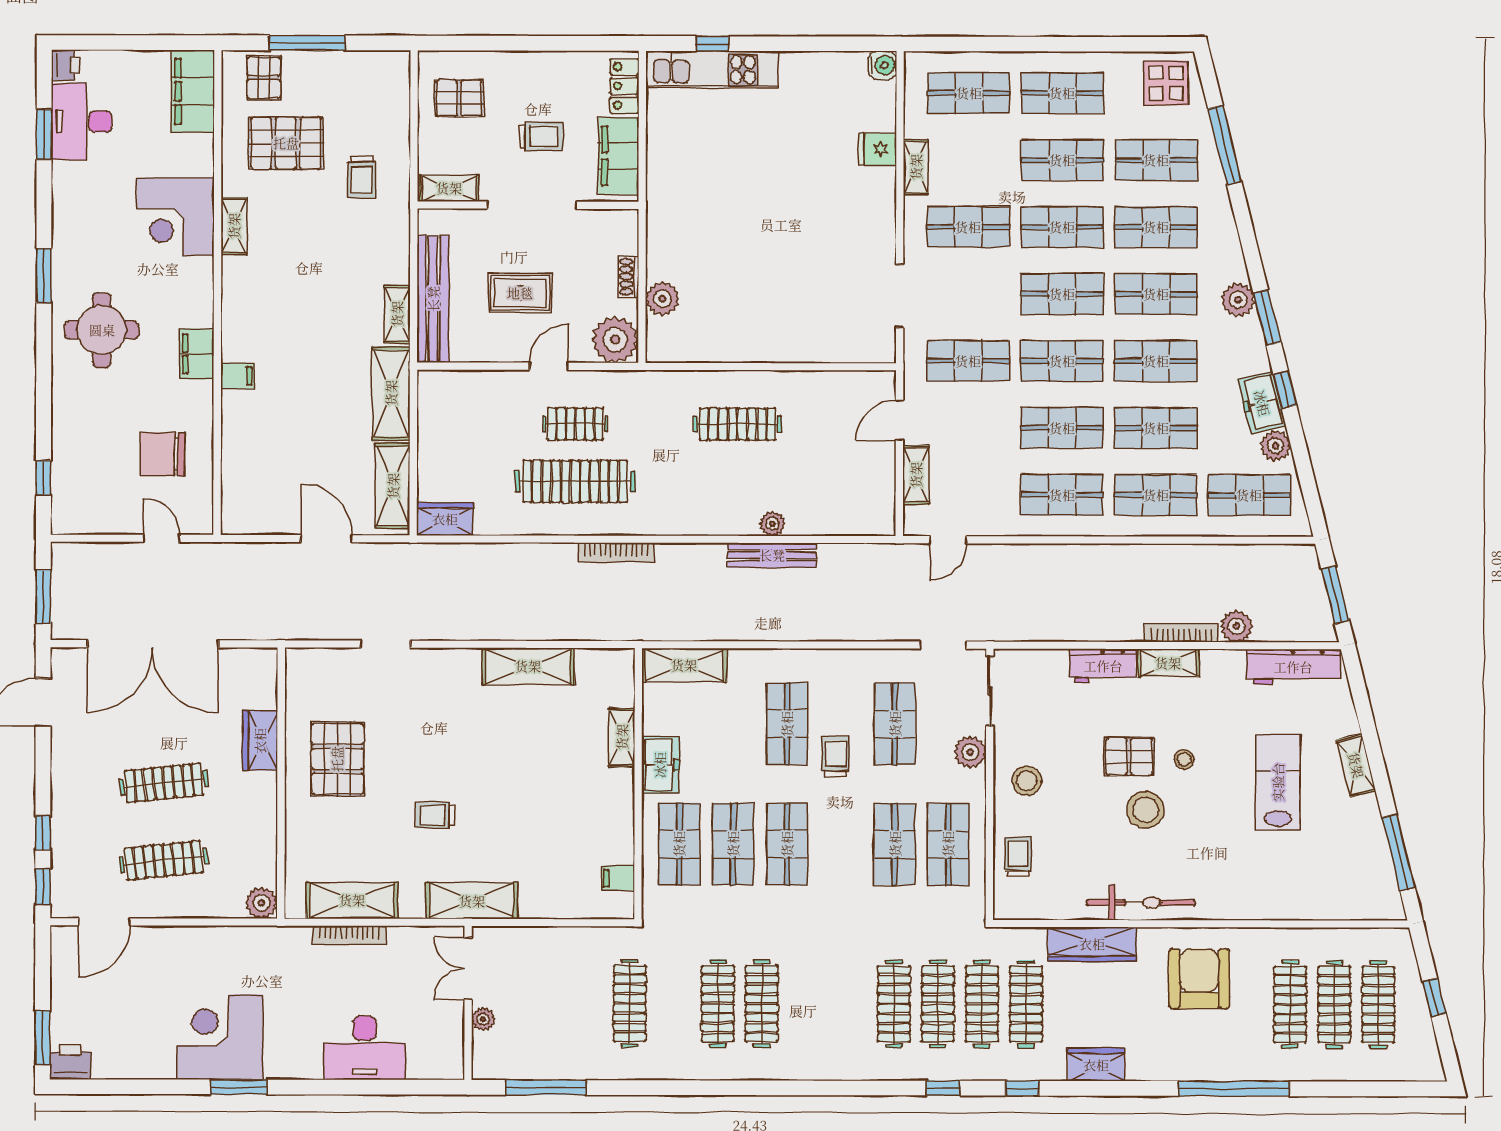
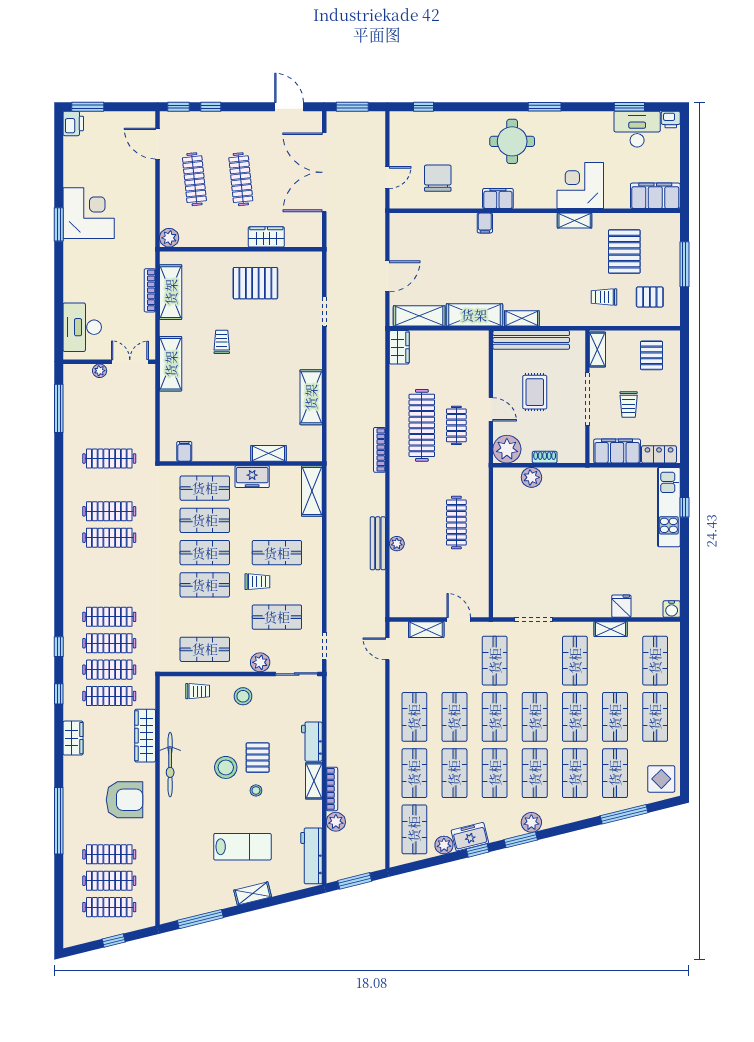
pallet: (264, 77) -> (650, 297), moved
shop shelf: (895, 844) -> (205, 585), moved
desk: (364, 1048) -> (82, 327), moved

